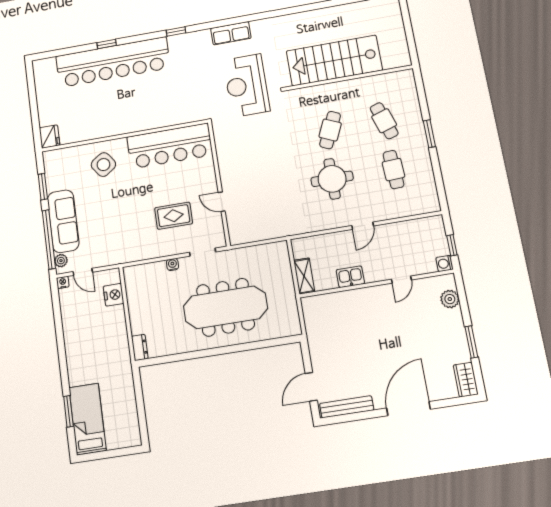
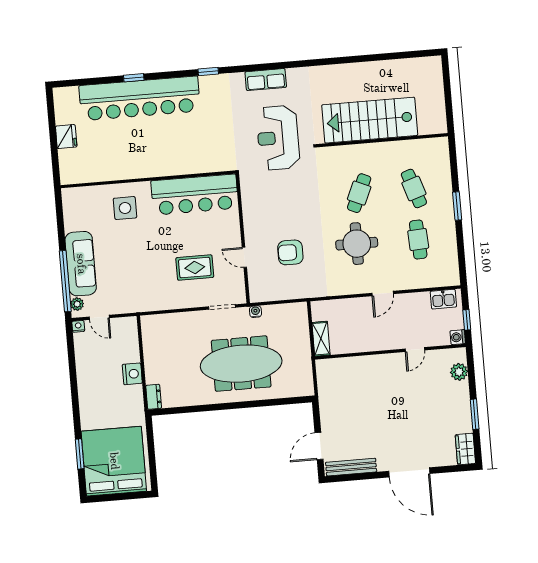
fridge: (49, 137) -> (66, 137), moved
side table: (103, 165) -> (125, 208), turned 35
window: (43, 187) -> (61, 226), removed
armchair: (267, 193) -> (290, 252), added
water cooler: (172, 264) -> (255, 312), moved
kitchen sink: (350, 277) -> (443, 299), moved, turned 180
nightstand: (114, 295) -> (132, 374), moved
door: (409, 409) -> (409, 472), swing flipped
bed: (87, 419) -> (114, 461), width x2.04

